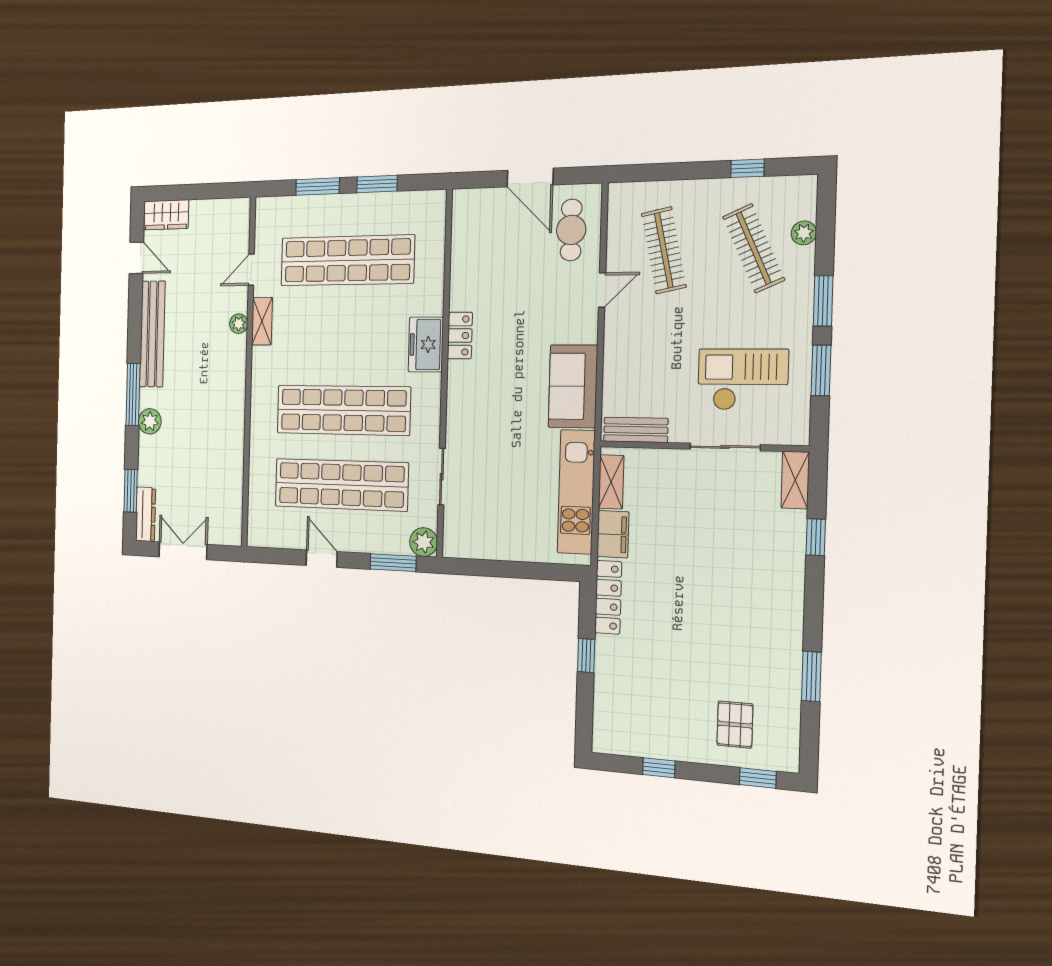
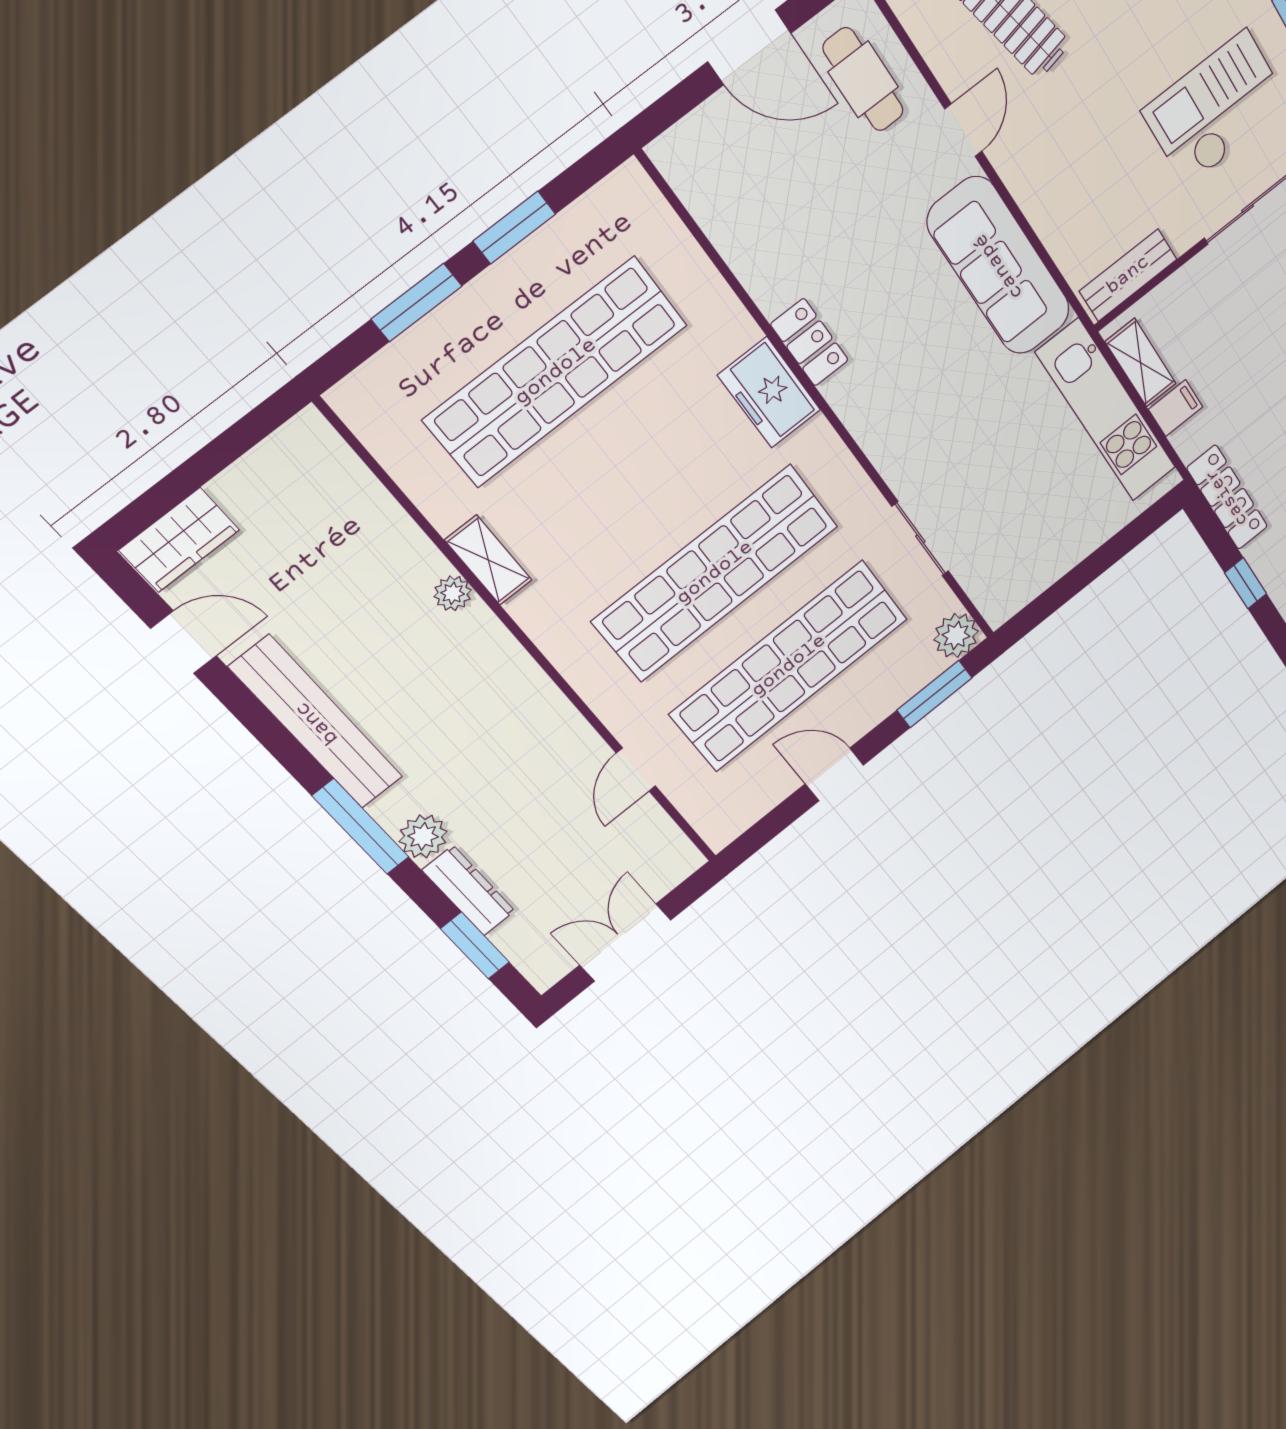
door: (251, 270) -> (636, 770), moved
sofa: (573, 386) -> (999, 266), width x1.36
dresser: (146, 514) -> (469, 891), moved
filing cabinet: (613, 534) -> (1176, 408), width x0.50

